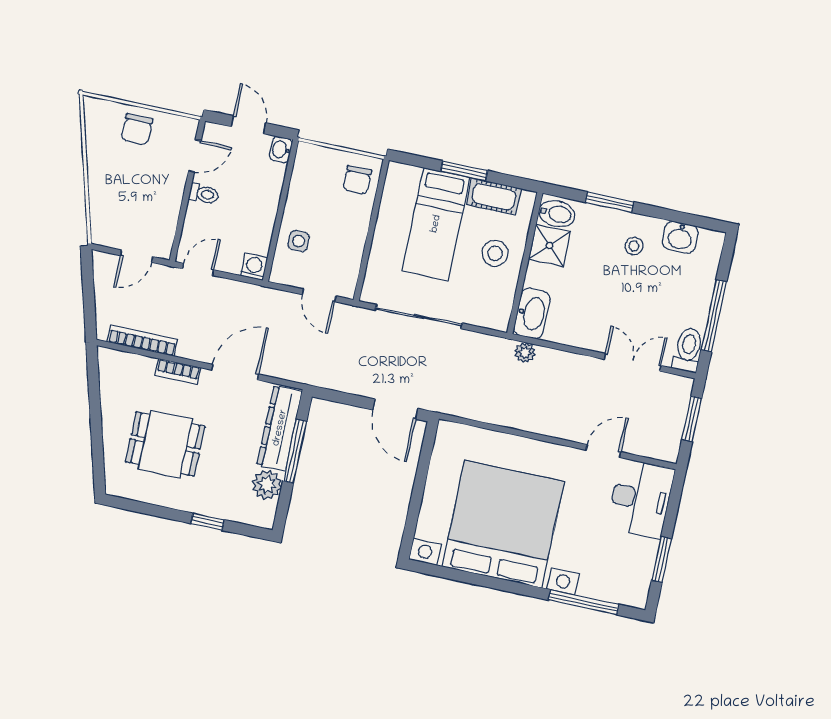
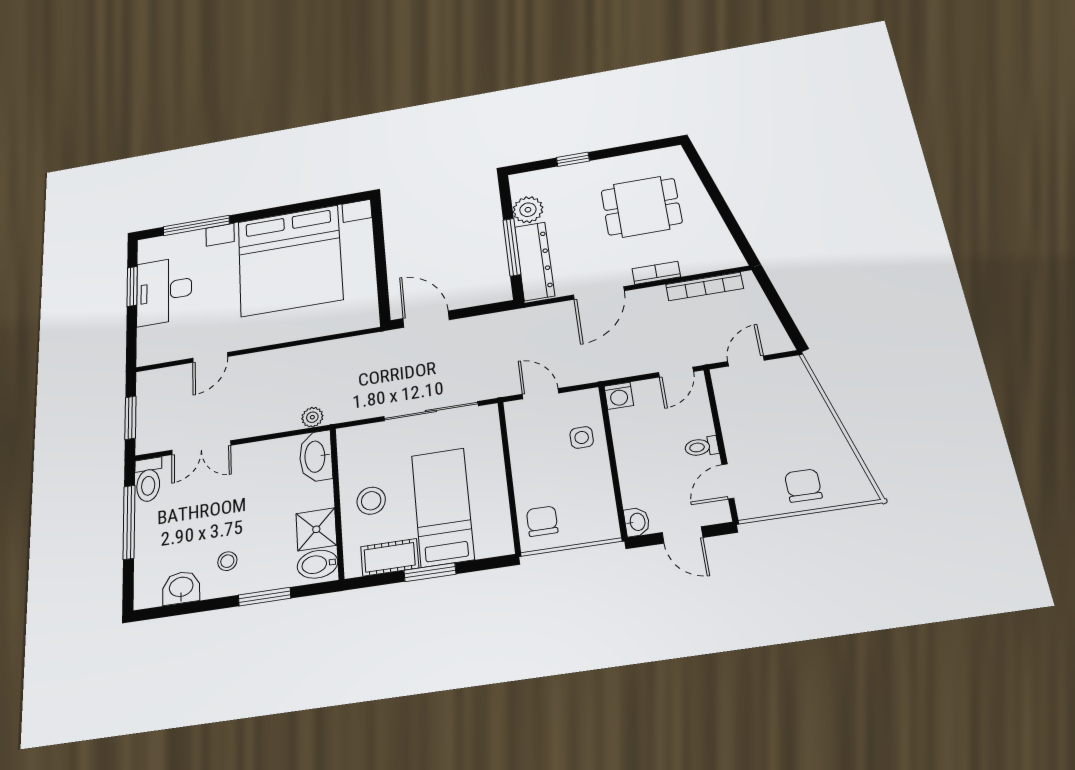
desk: (641, 499) -> (164, 291), moved

